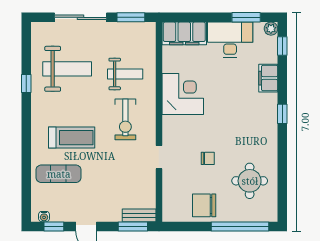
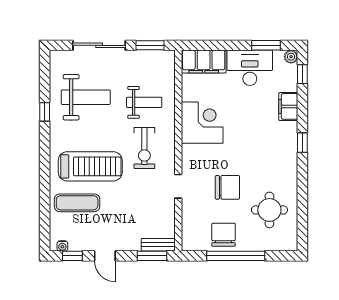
treadmill: (72, 138) -> (90, 166), width x1.37, depth x1.38
chair: (208, 158) -> (227, 187), width x1.87, depth x1.87
chair: (204, 205) -> (224, 235), turned 90
window: (240, 226) -> (236, 256), moved

